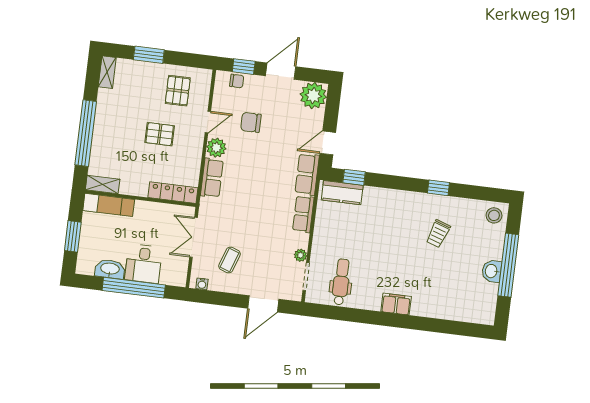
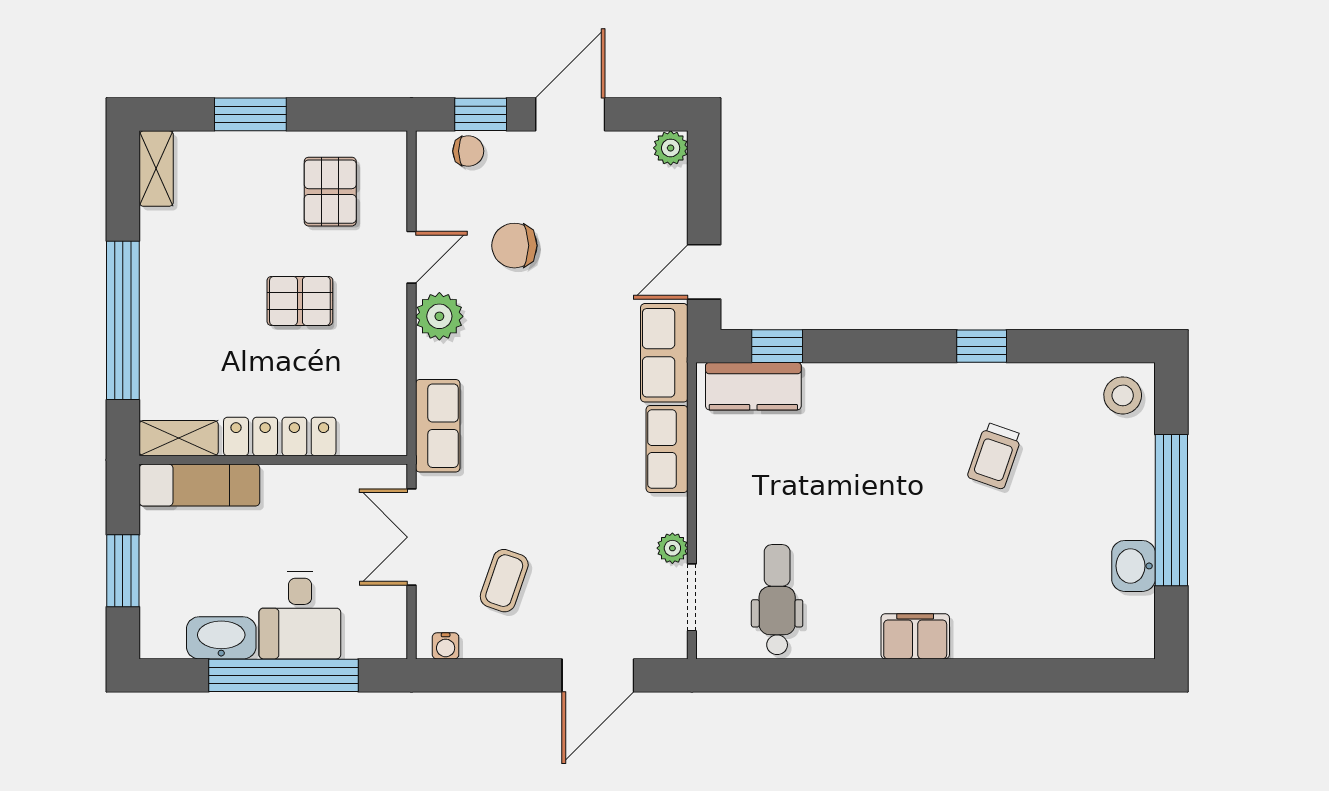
plant: (313, 96) -> (671, 148), width x0.53, depth x0.53
row of seats: (212, 178) -> (438, 426), moved
locker: (173, 193) -> (280, 437), moved
washbasin: (492, 271) -> (1134, 566), moved

